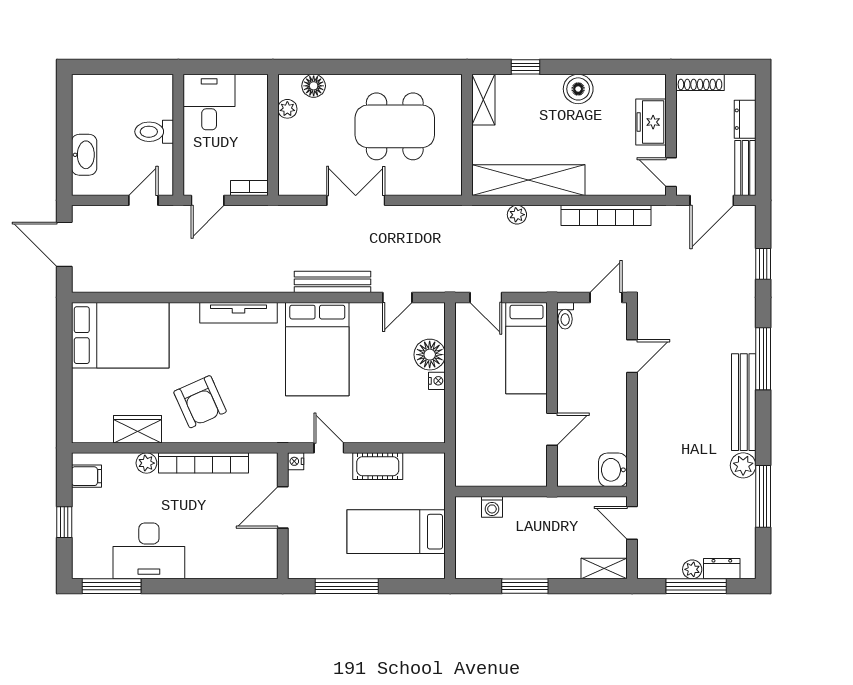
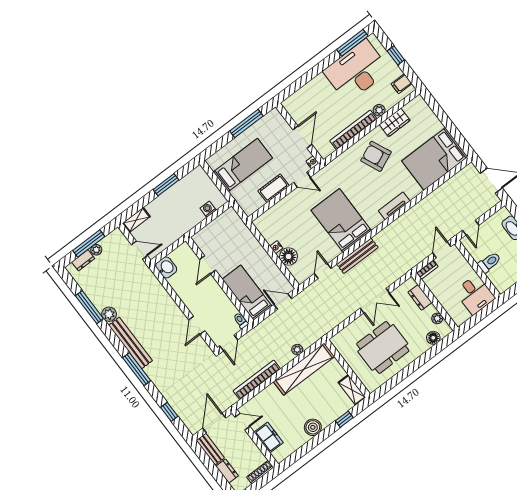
dresser: (289, 157) -> (420, 297), added
tv unit: (239, 313) -> (394, 206), width x0.71
desk: (149, 551) -> (356, 71), width x1.36, depth x1.30

